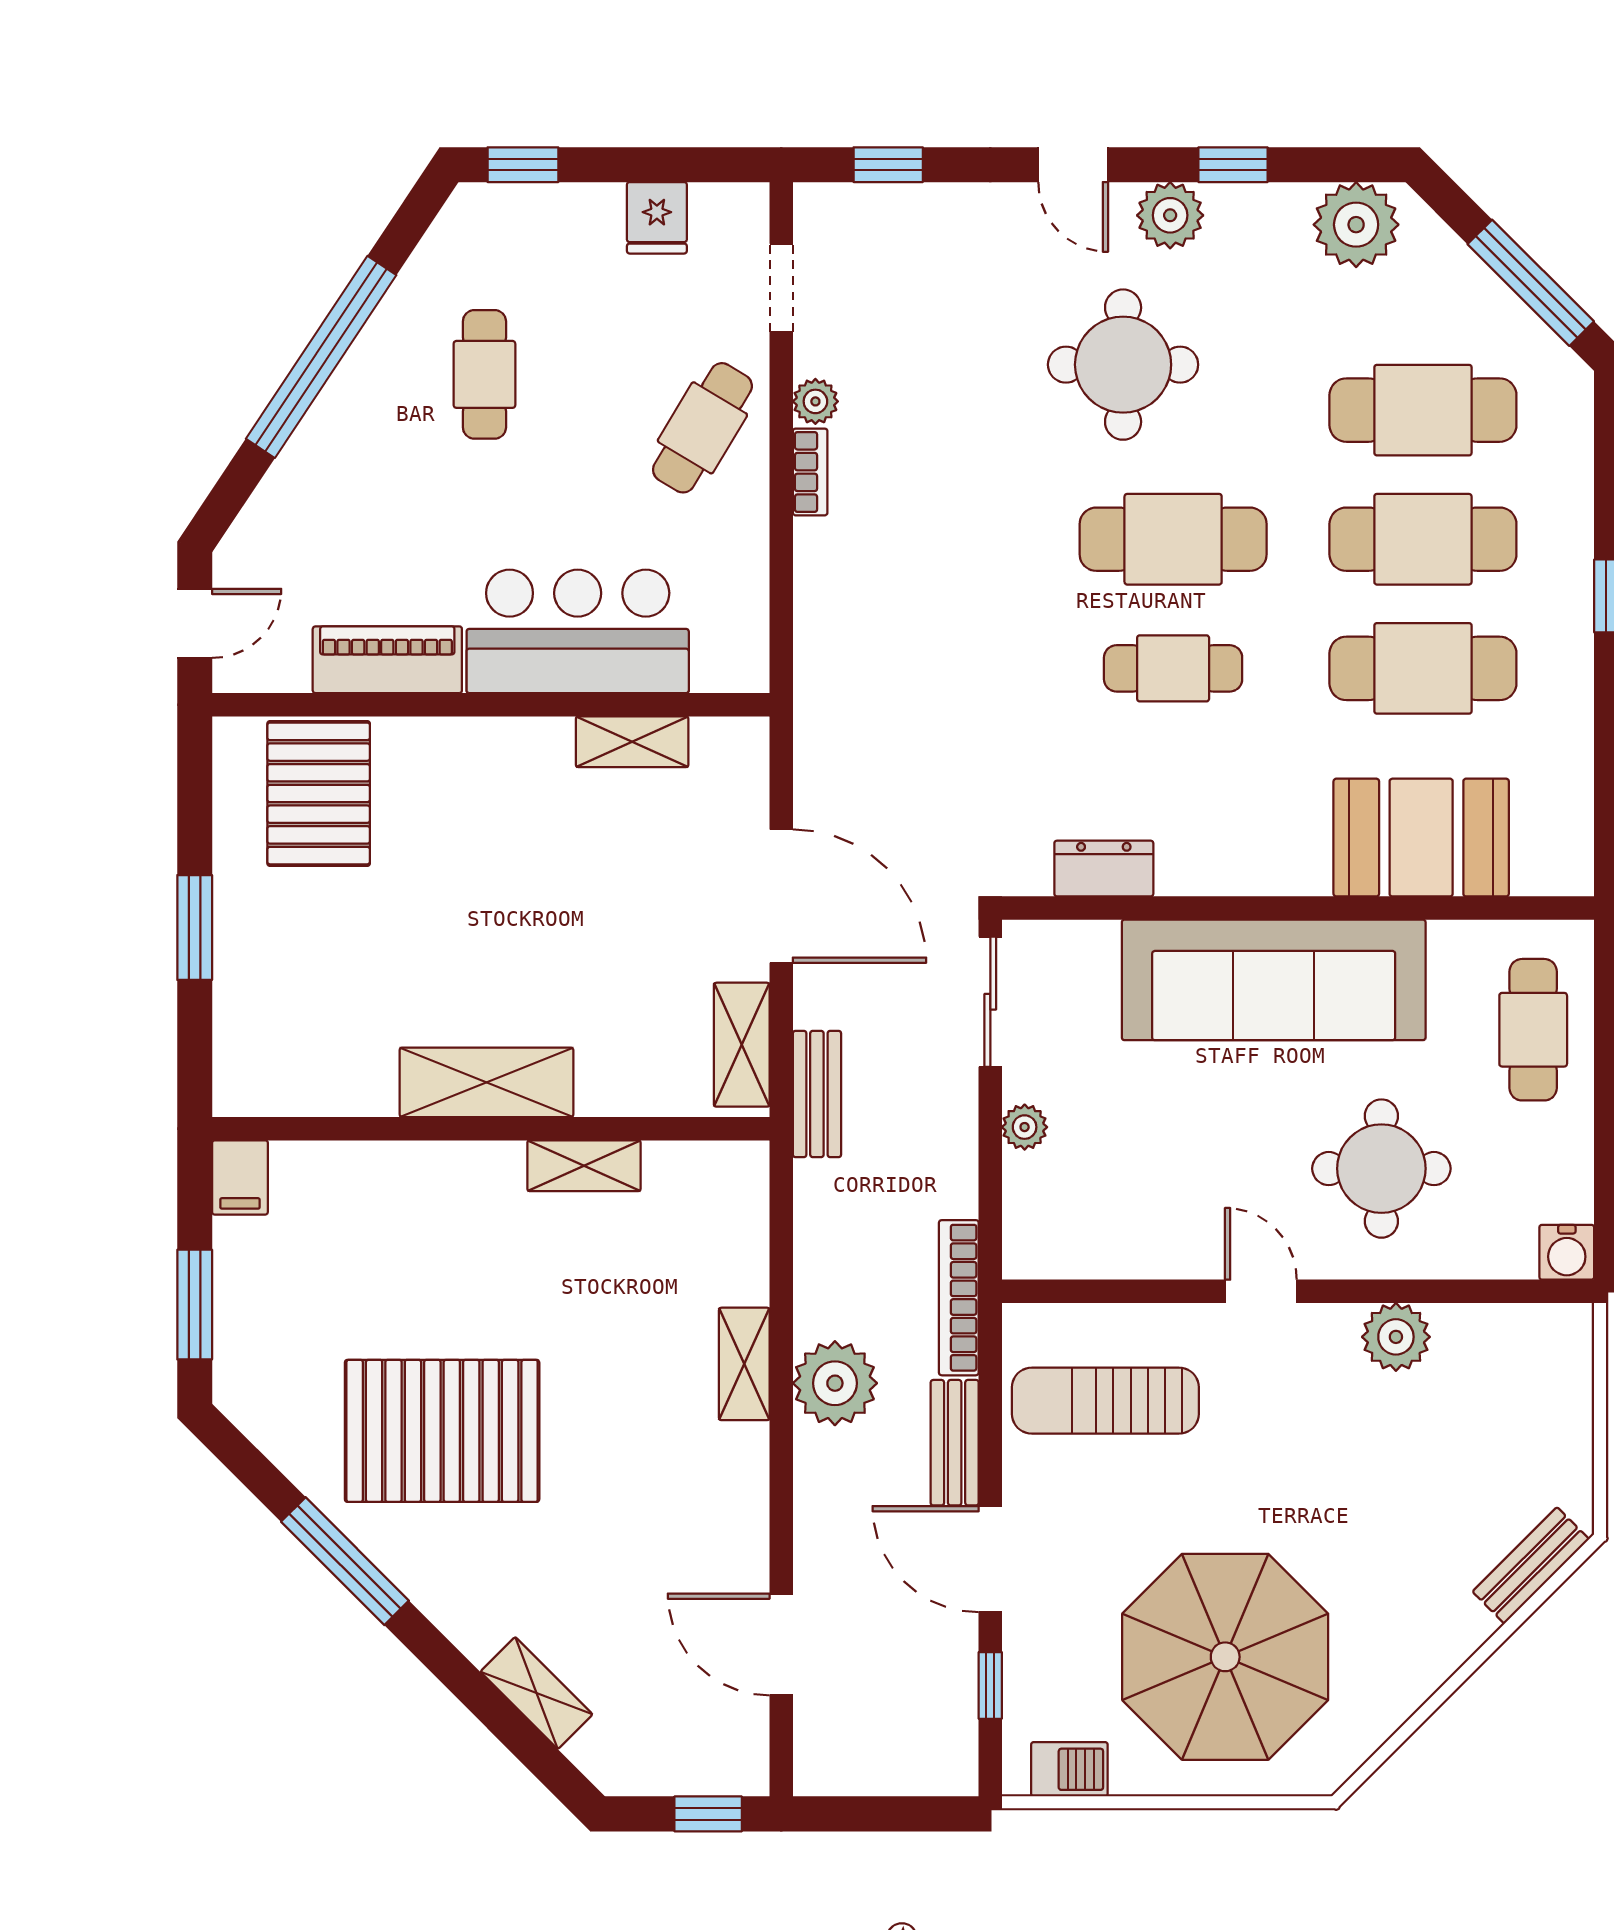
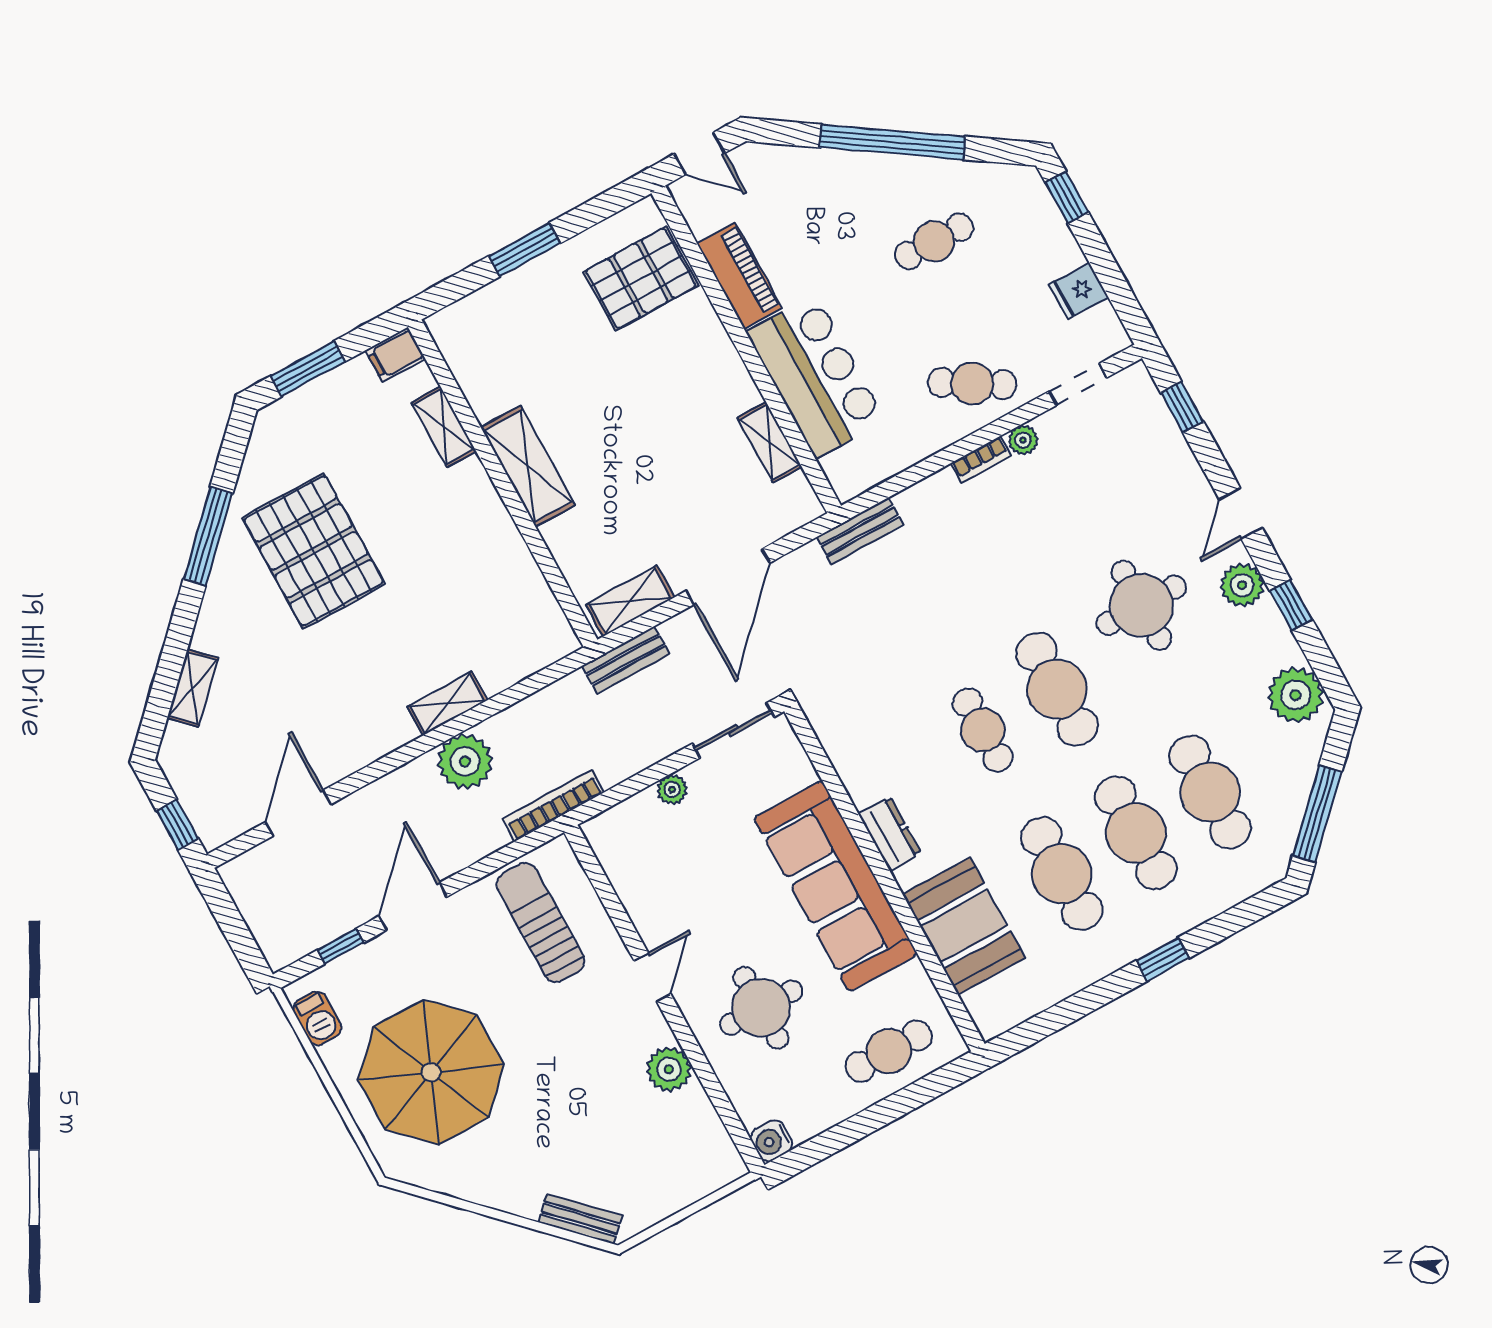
dresser: (1104, 869) -> (890, 834), moved
shelving: (584, 1166) -> (444, 427), moved
bench: (955, 1443) -> (860, 531), moved

